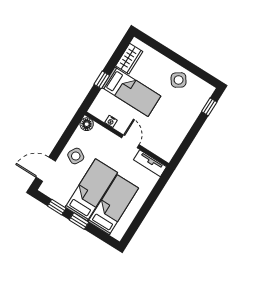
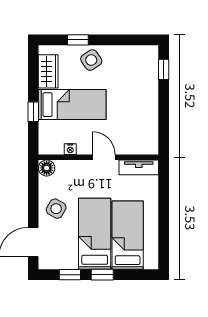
window: (163, 50) -> (78, 40), added
side table: (179, 80) -> (91, 60), moved

